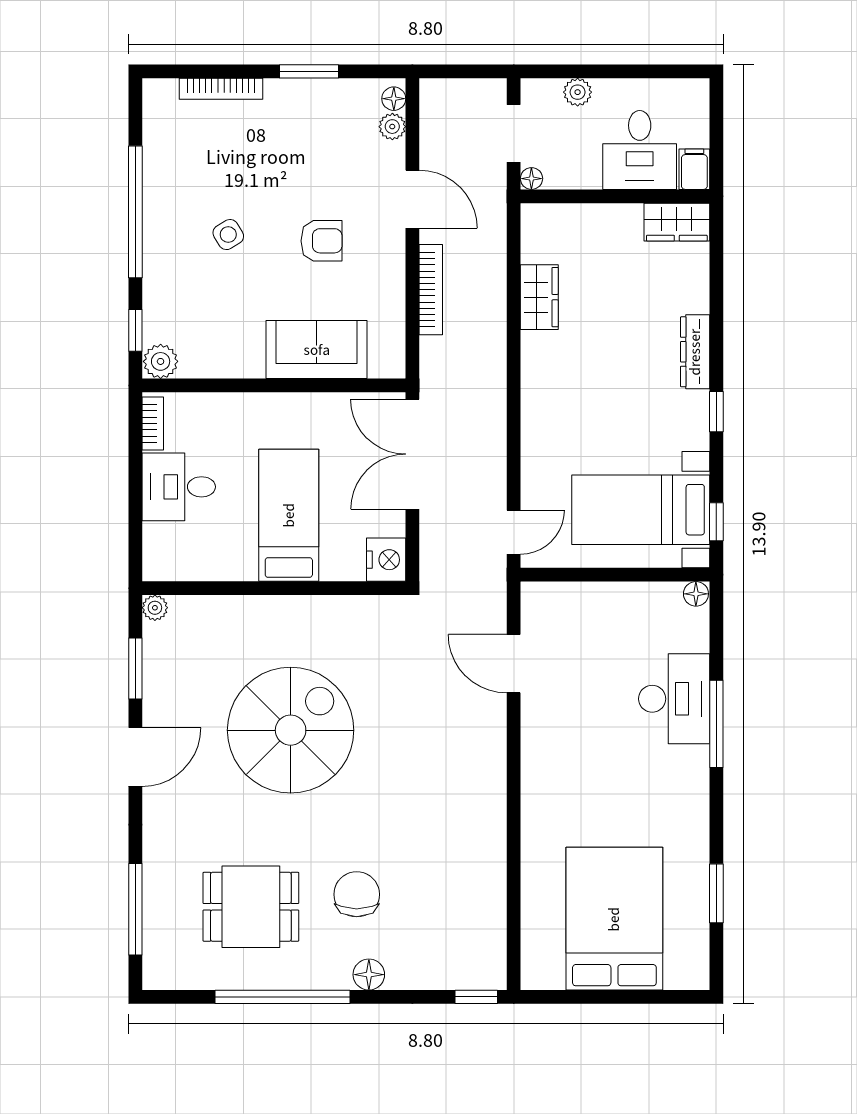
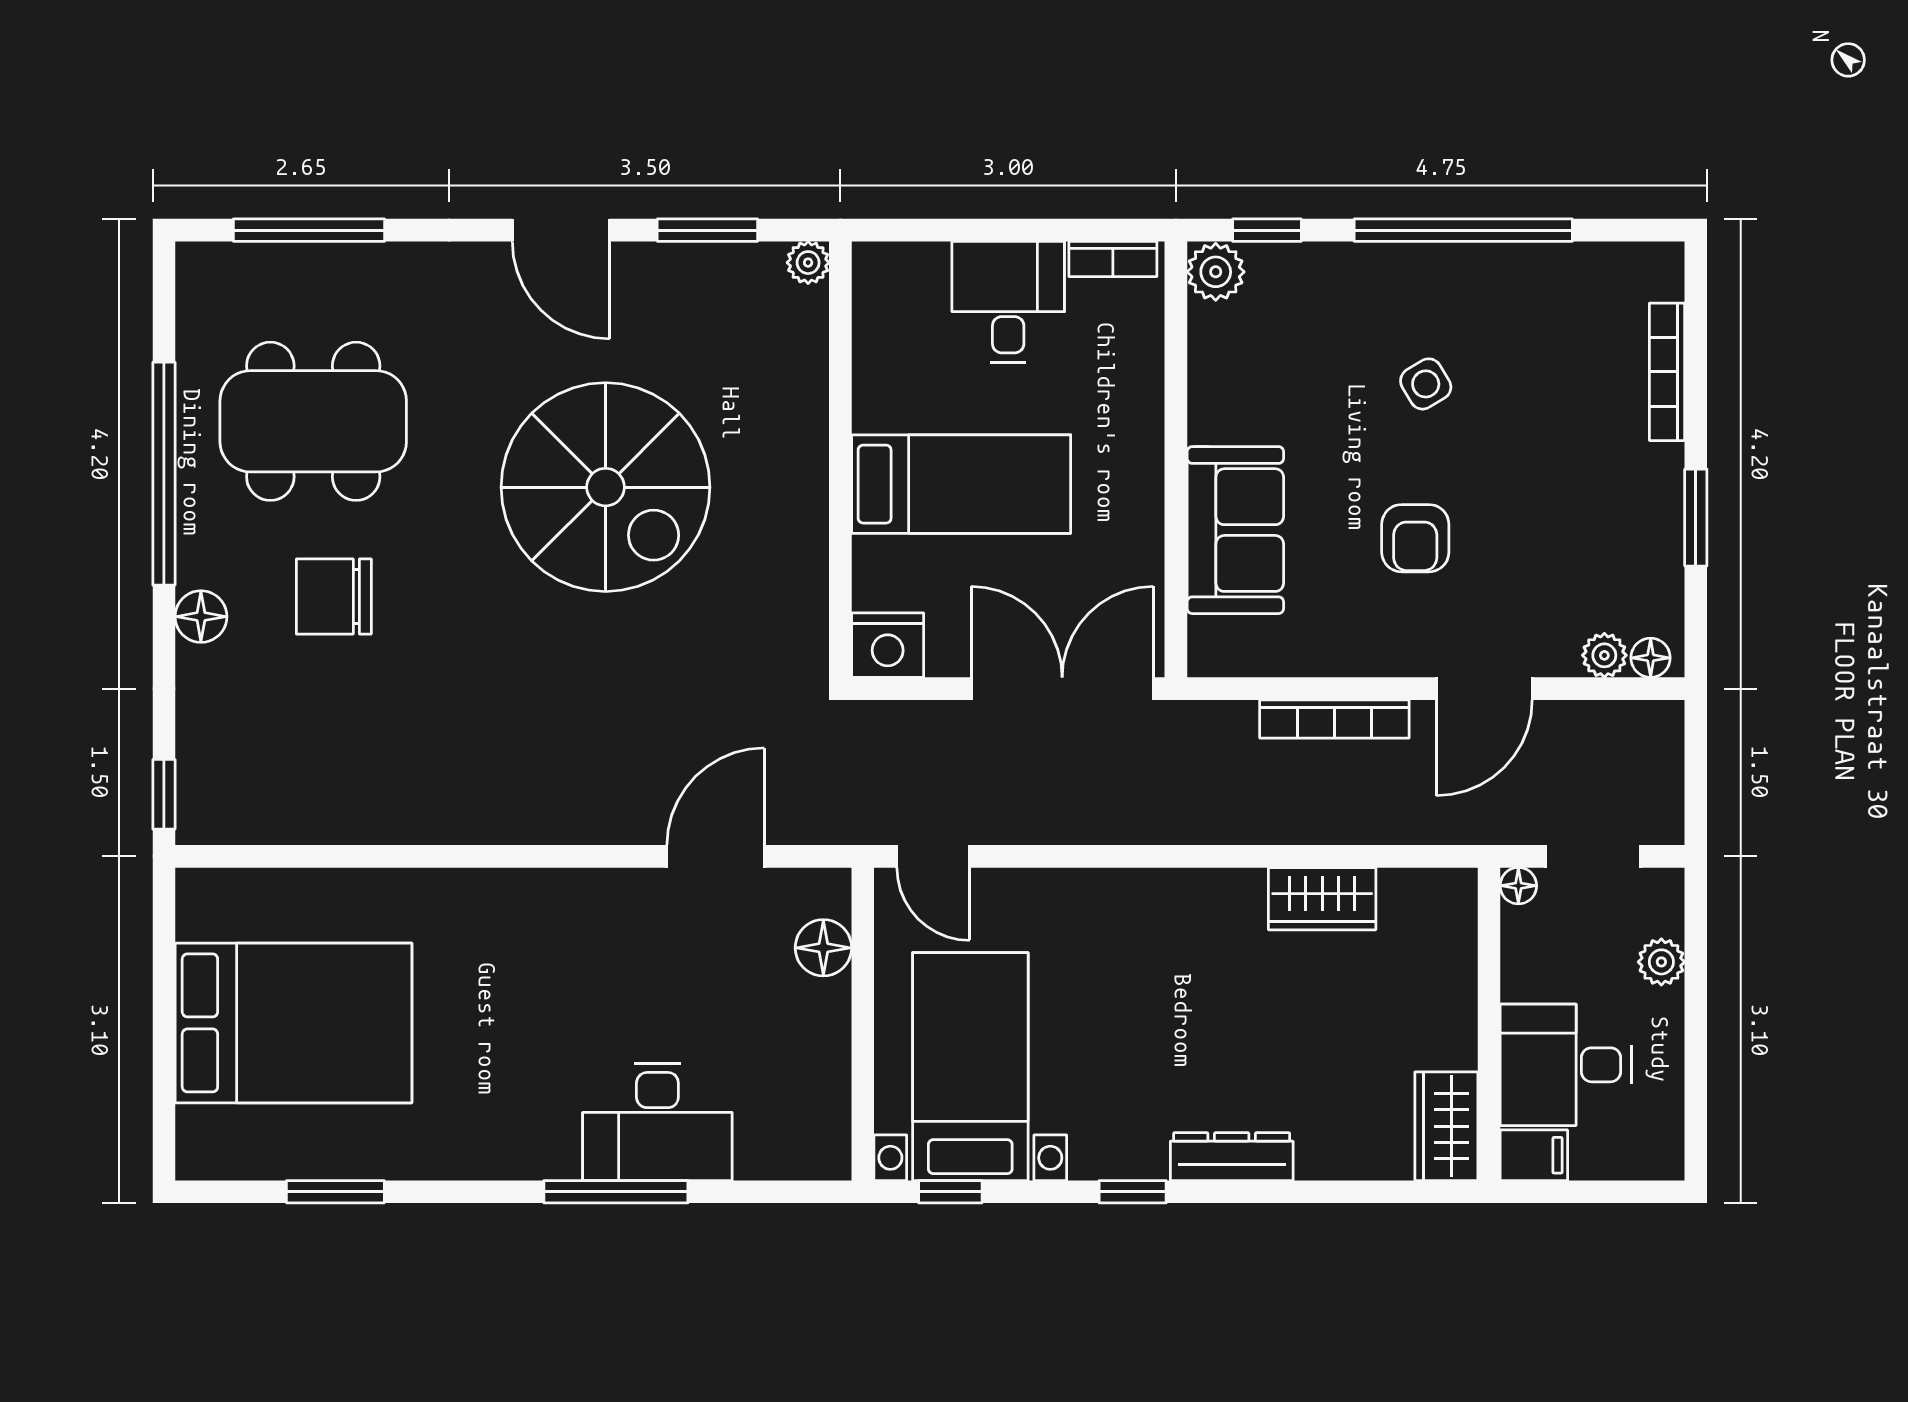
floor lamp: (696, 594) -> (823, 948), moved, width x1.37, depth x1.37
chair: (357, 894) -> (334, 596), turned 180
dining table: (251, 907) -> (313, 421), width x1.37

